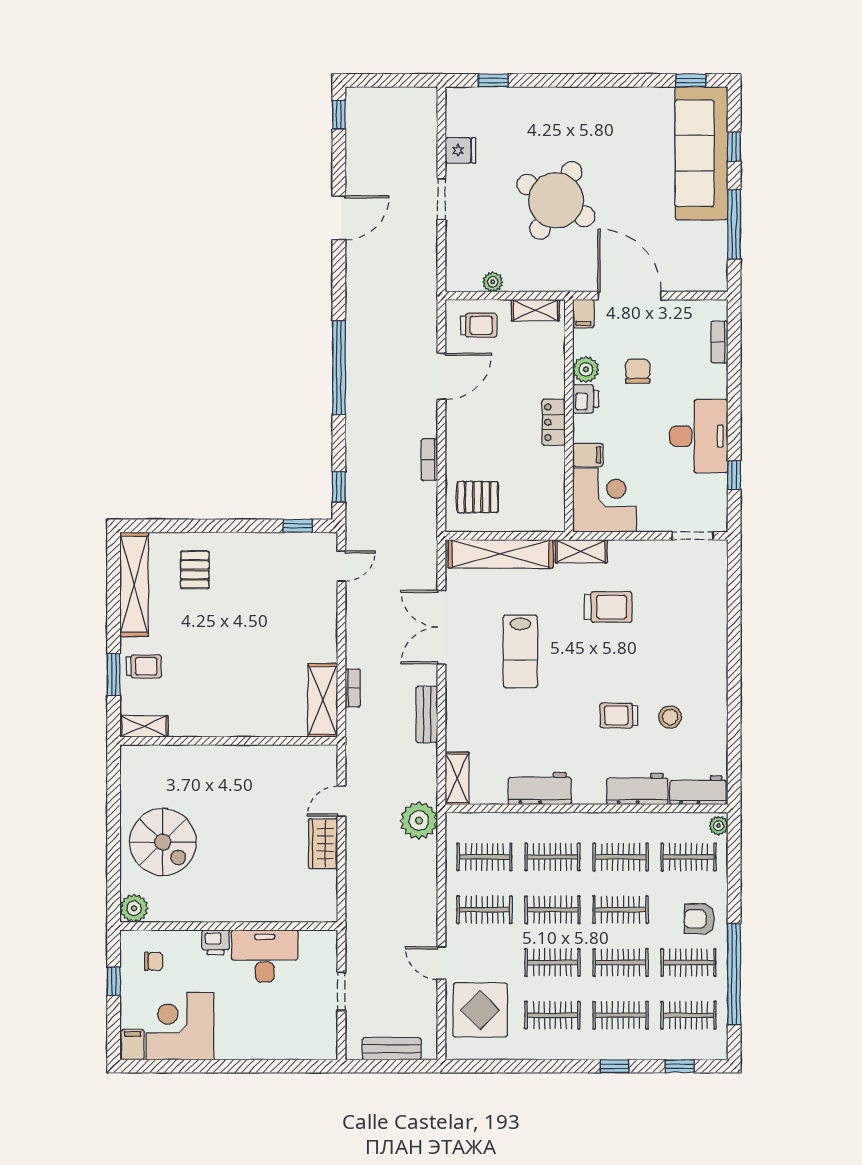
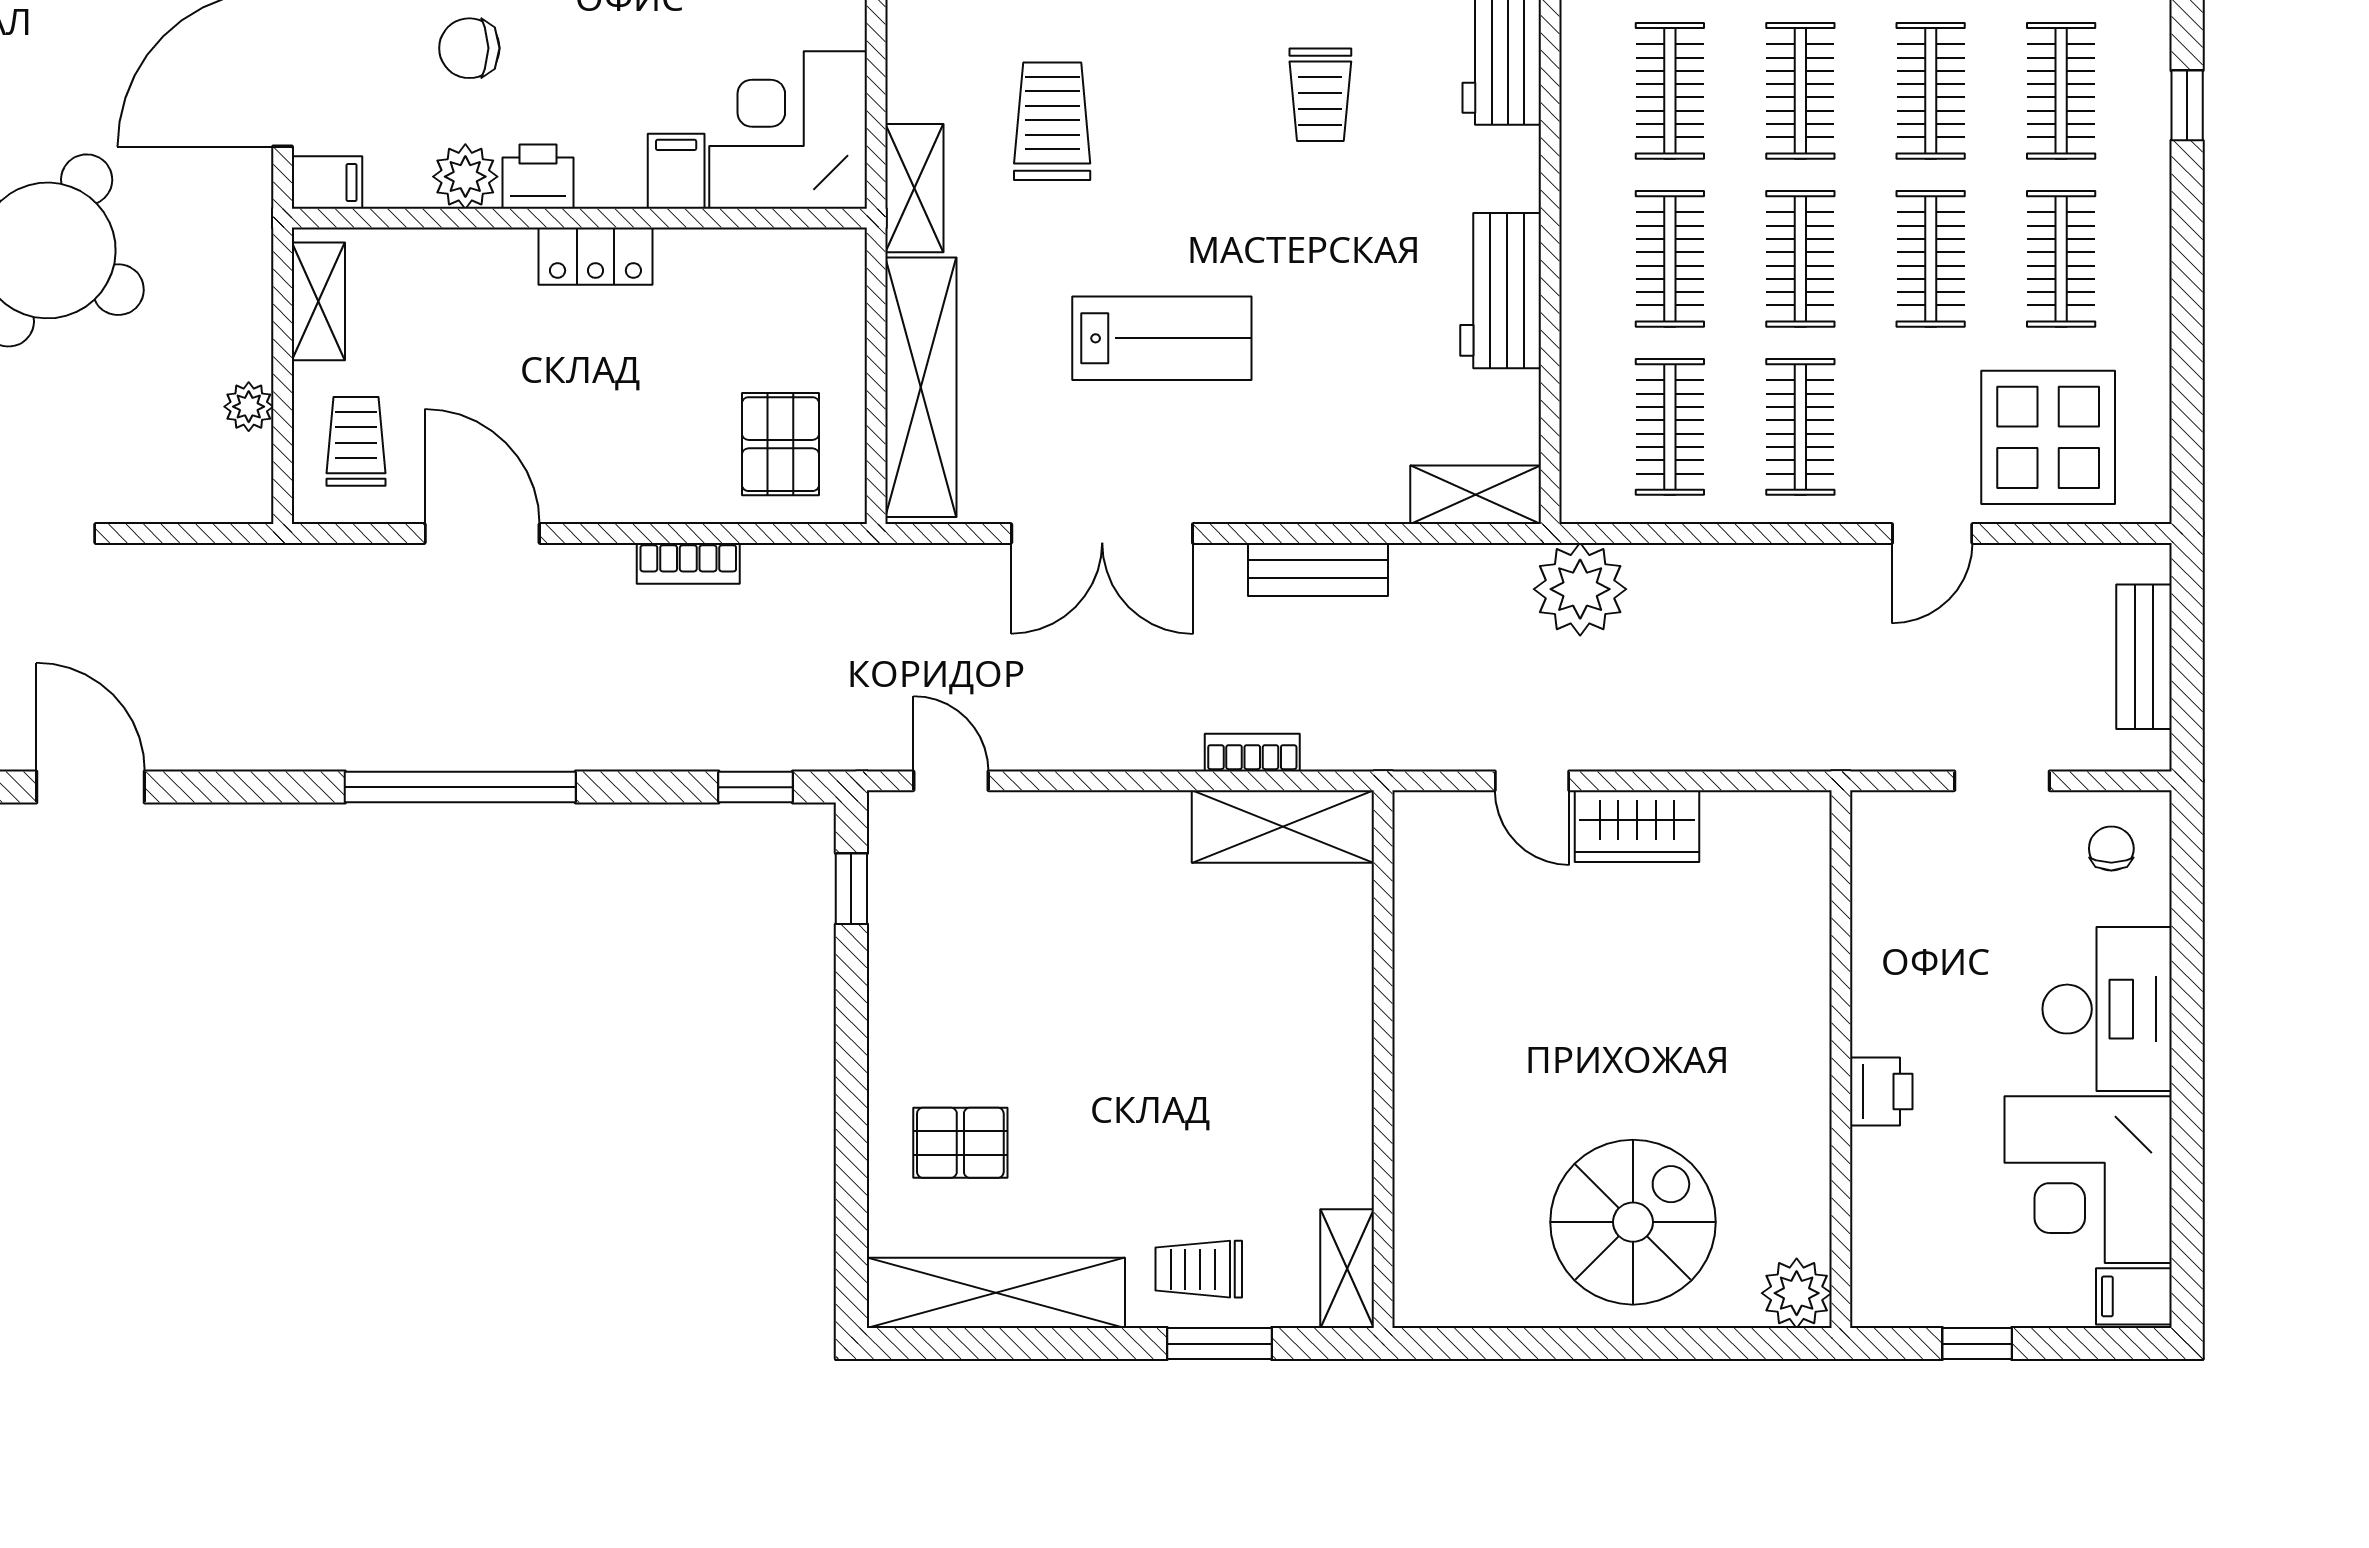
trolley: (144, 666) -> (1199, 1269), turned -90
desk: (265, 956) -> (2107, 1009), moved, turned 180
chair: (154, 961) -> (2111, 849), moved

